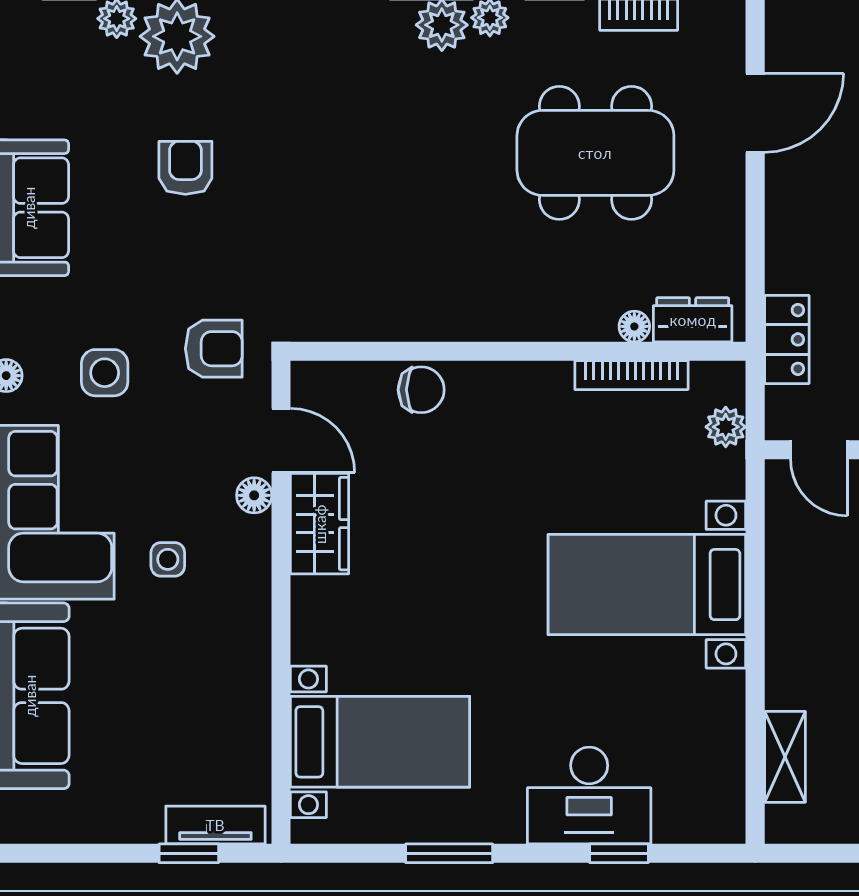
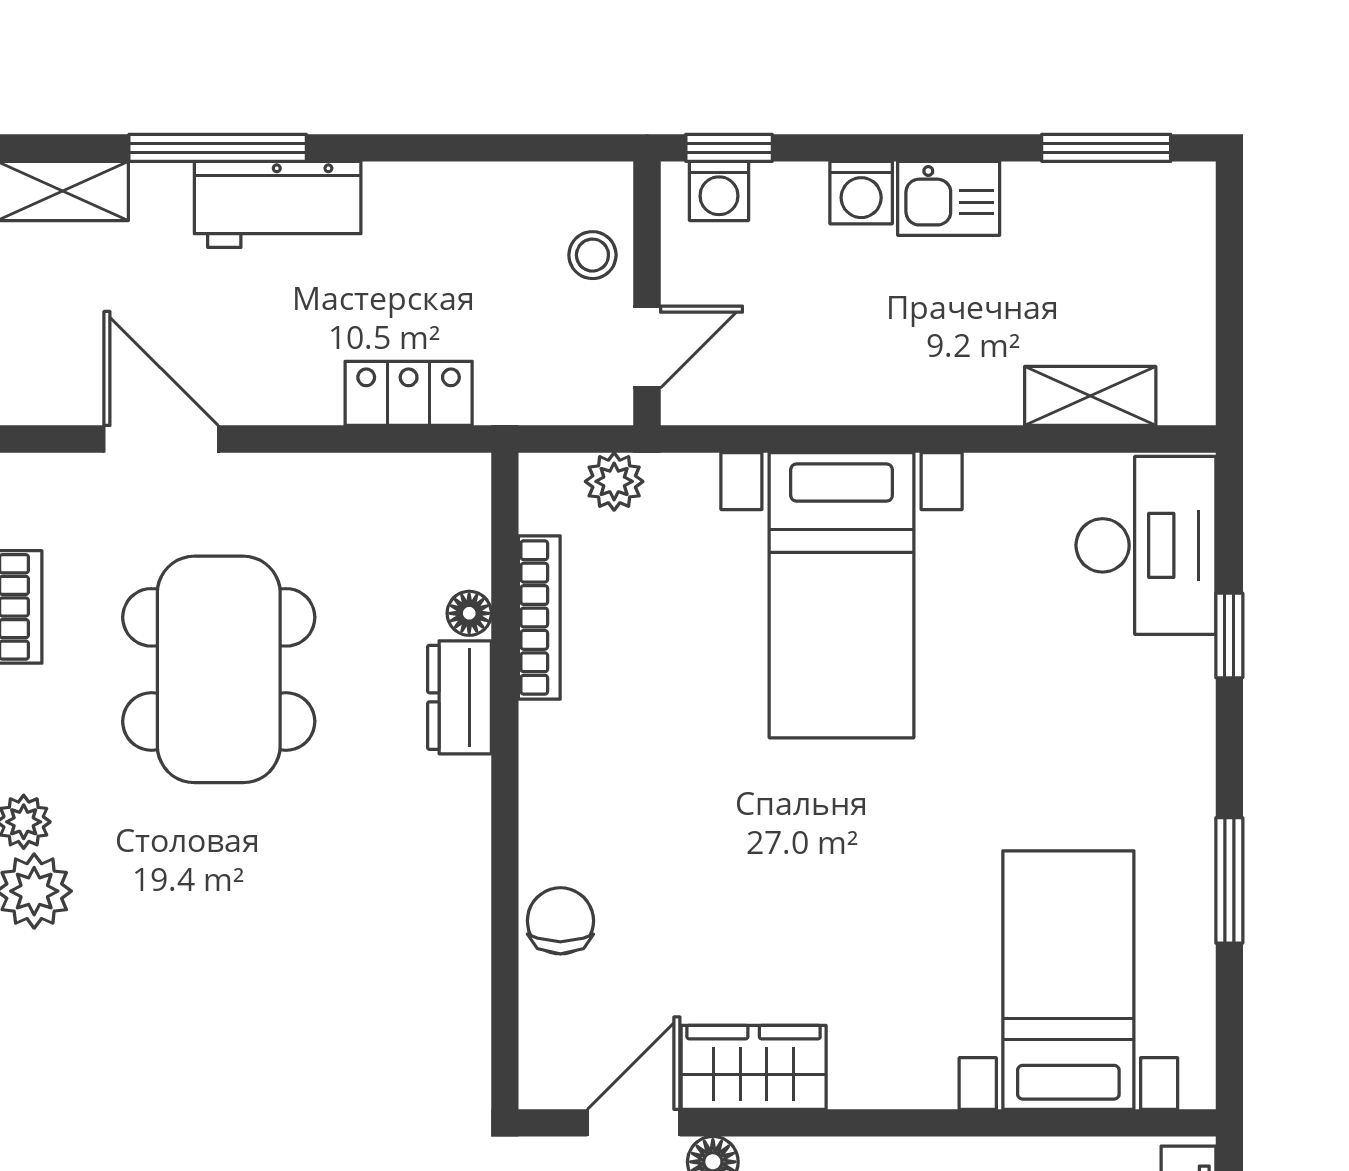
dresser: (693, 320) -> (459, 697), moved
locker: (787, 339) -> (409, 393), moved
desk: (589, 795) -> (1146, 545), moved

